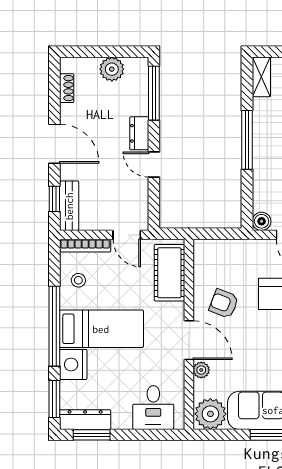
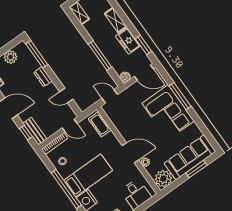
window: (247, 140) -> (100, 56), moved
door: (154, 165) -> (66, 96), moved
door: (218, 234) -> (110, 96), added
cot: (169, 273) -> (100, 124), width x0.73, depth x0.75
armchair: (224, 304) -> (134, 125), removed

